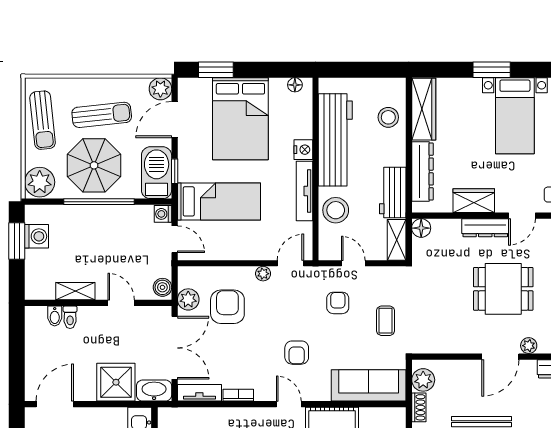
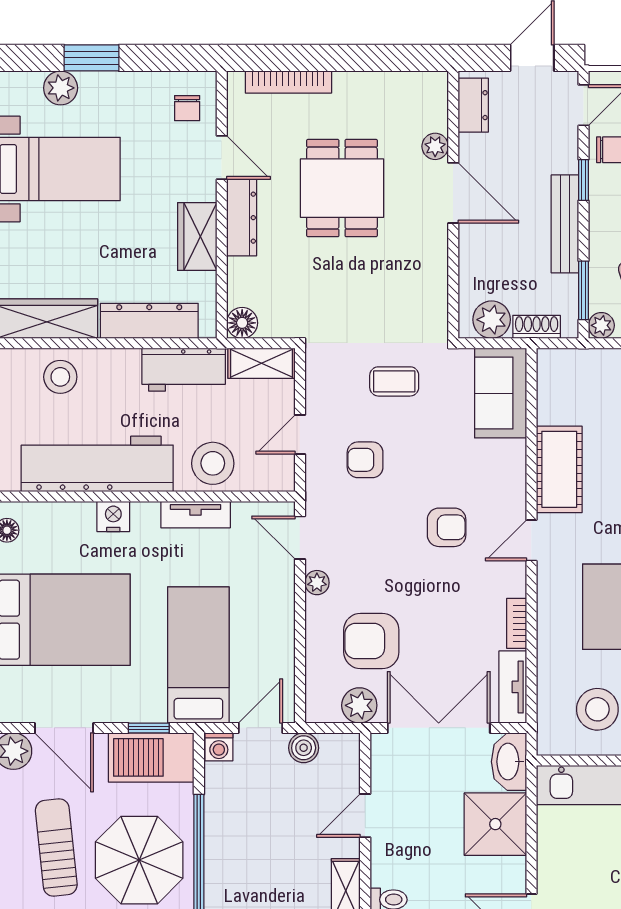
tv unit: (304, 191) -> (196, 515), width x0.71
boiler: (162, 287) -> (304, 748), moved
sofa: (369, 385) -> (501, 393), width x0.73

